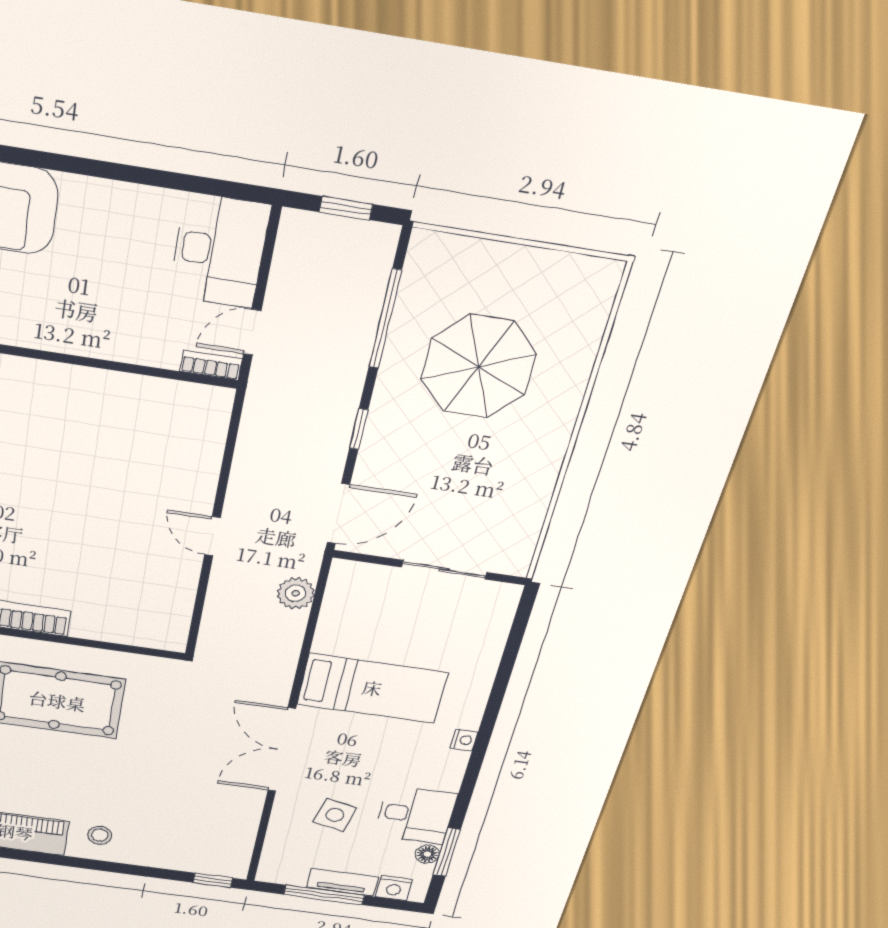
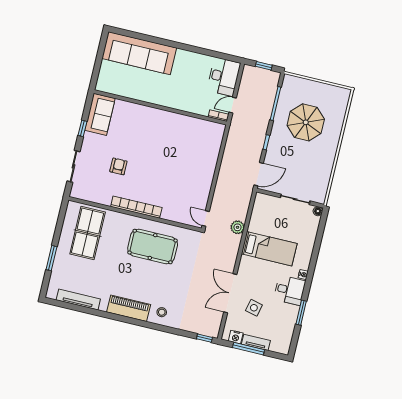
door: (212, 536) -> (206, 219), moved
plant: (296, 593) -> (237, 227), moved
double door: (282, 750) -> (230, 293), moved
desk: (415, 815) -> (290, 290), moved
window: (447, 852) -> (301, 313), moved
floor lamp: (427, 854) -> (318, 211), moved
nightstand: (394, 888) -> (236, 337), moved

